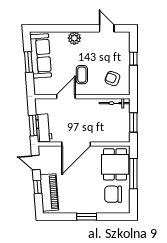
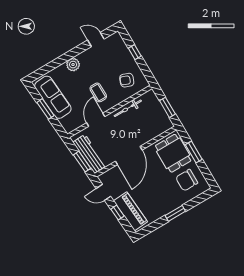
bicycle: (115, 103) -> (128, 108), moved
workbench: (44, 128) -> (90, 154), width x1.38
window: (133, 174) -> (194, 152), width x0.69

